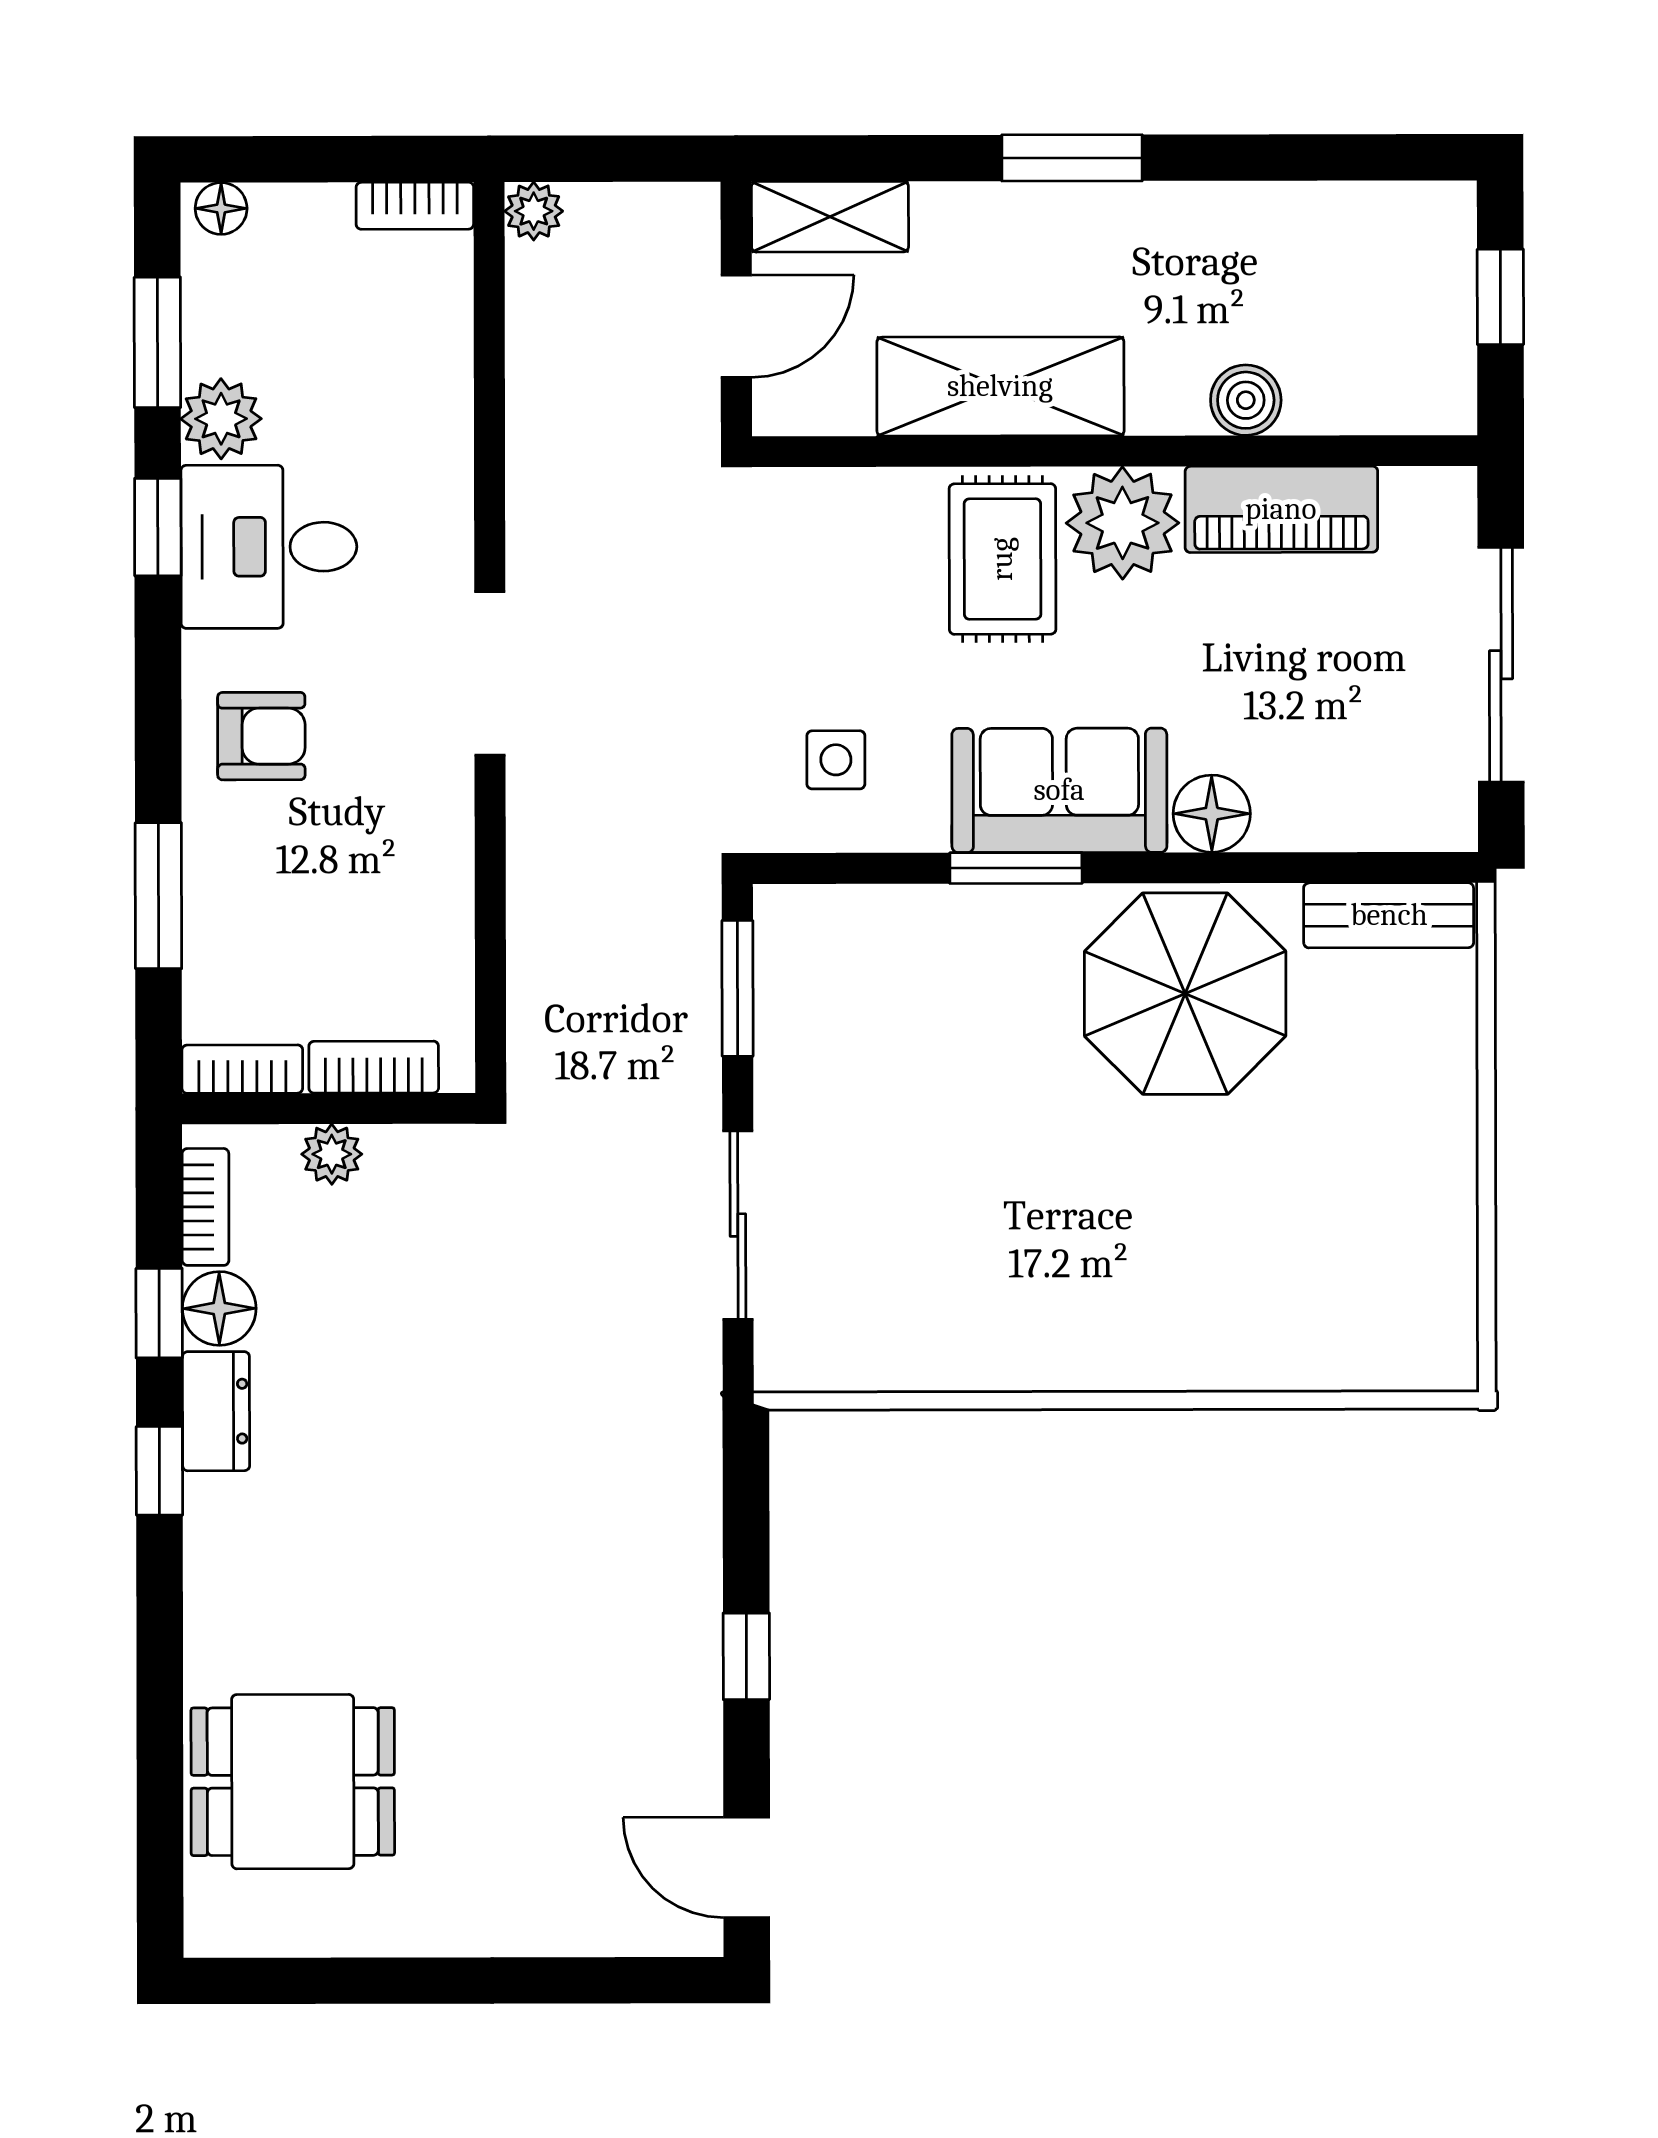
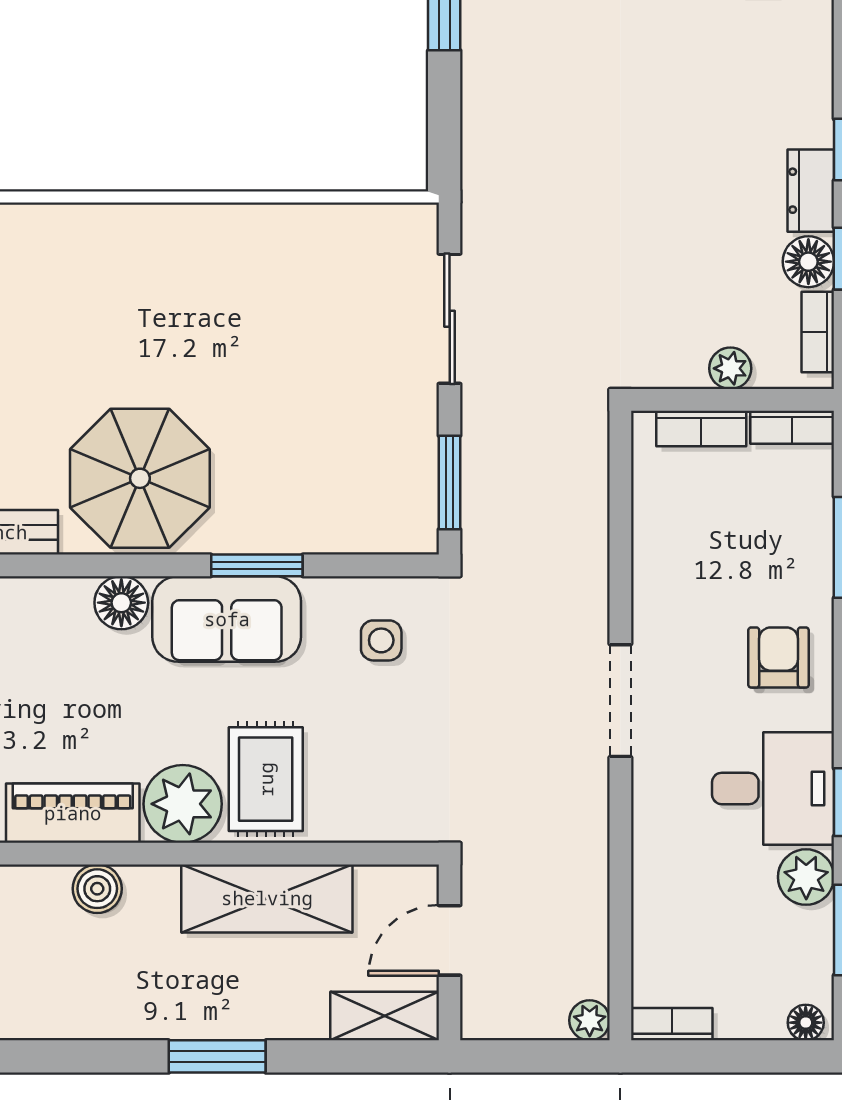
armchair: (261, 736) -> (779, 658), turned 90

